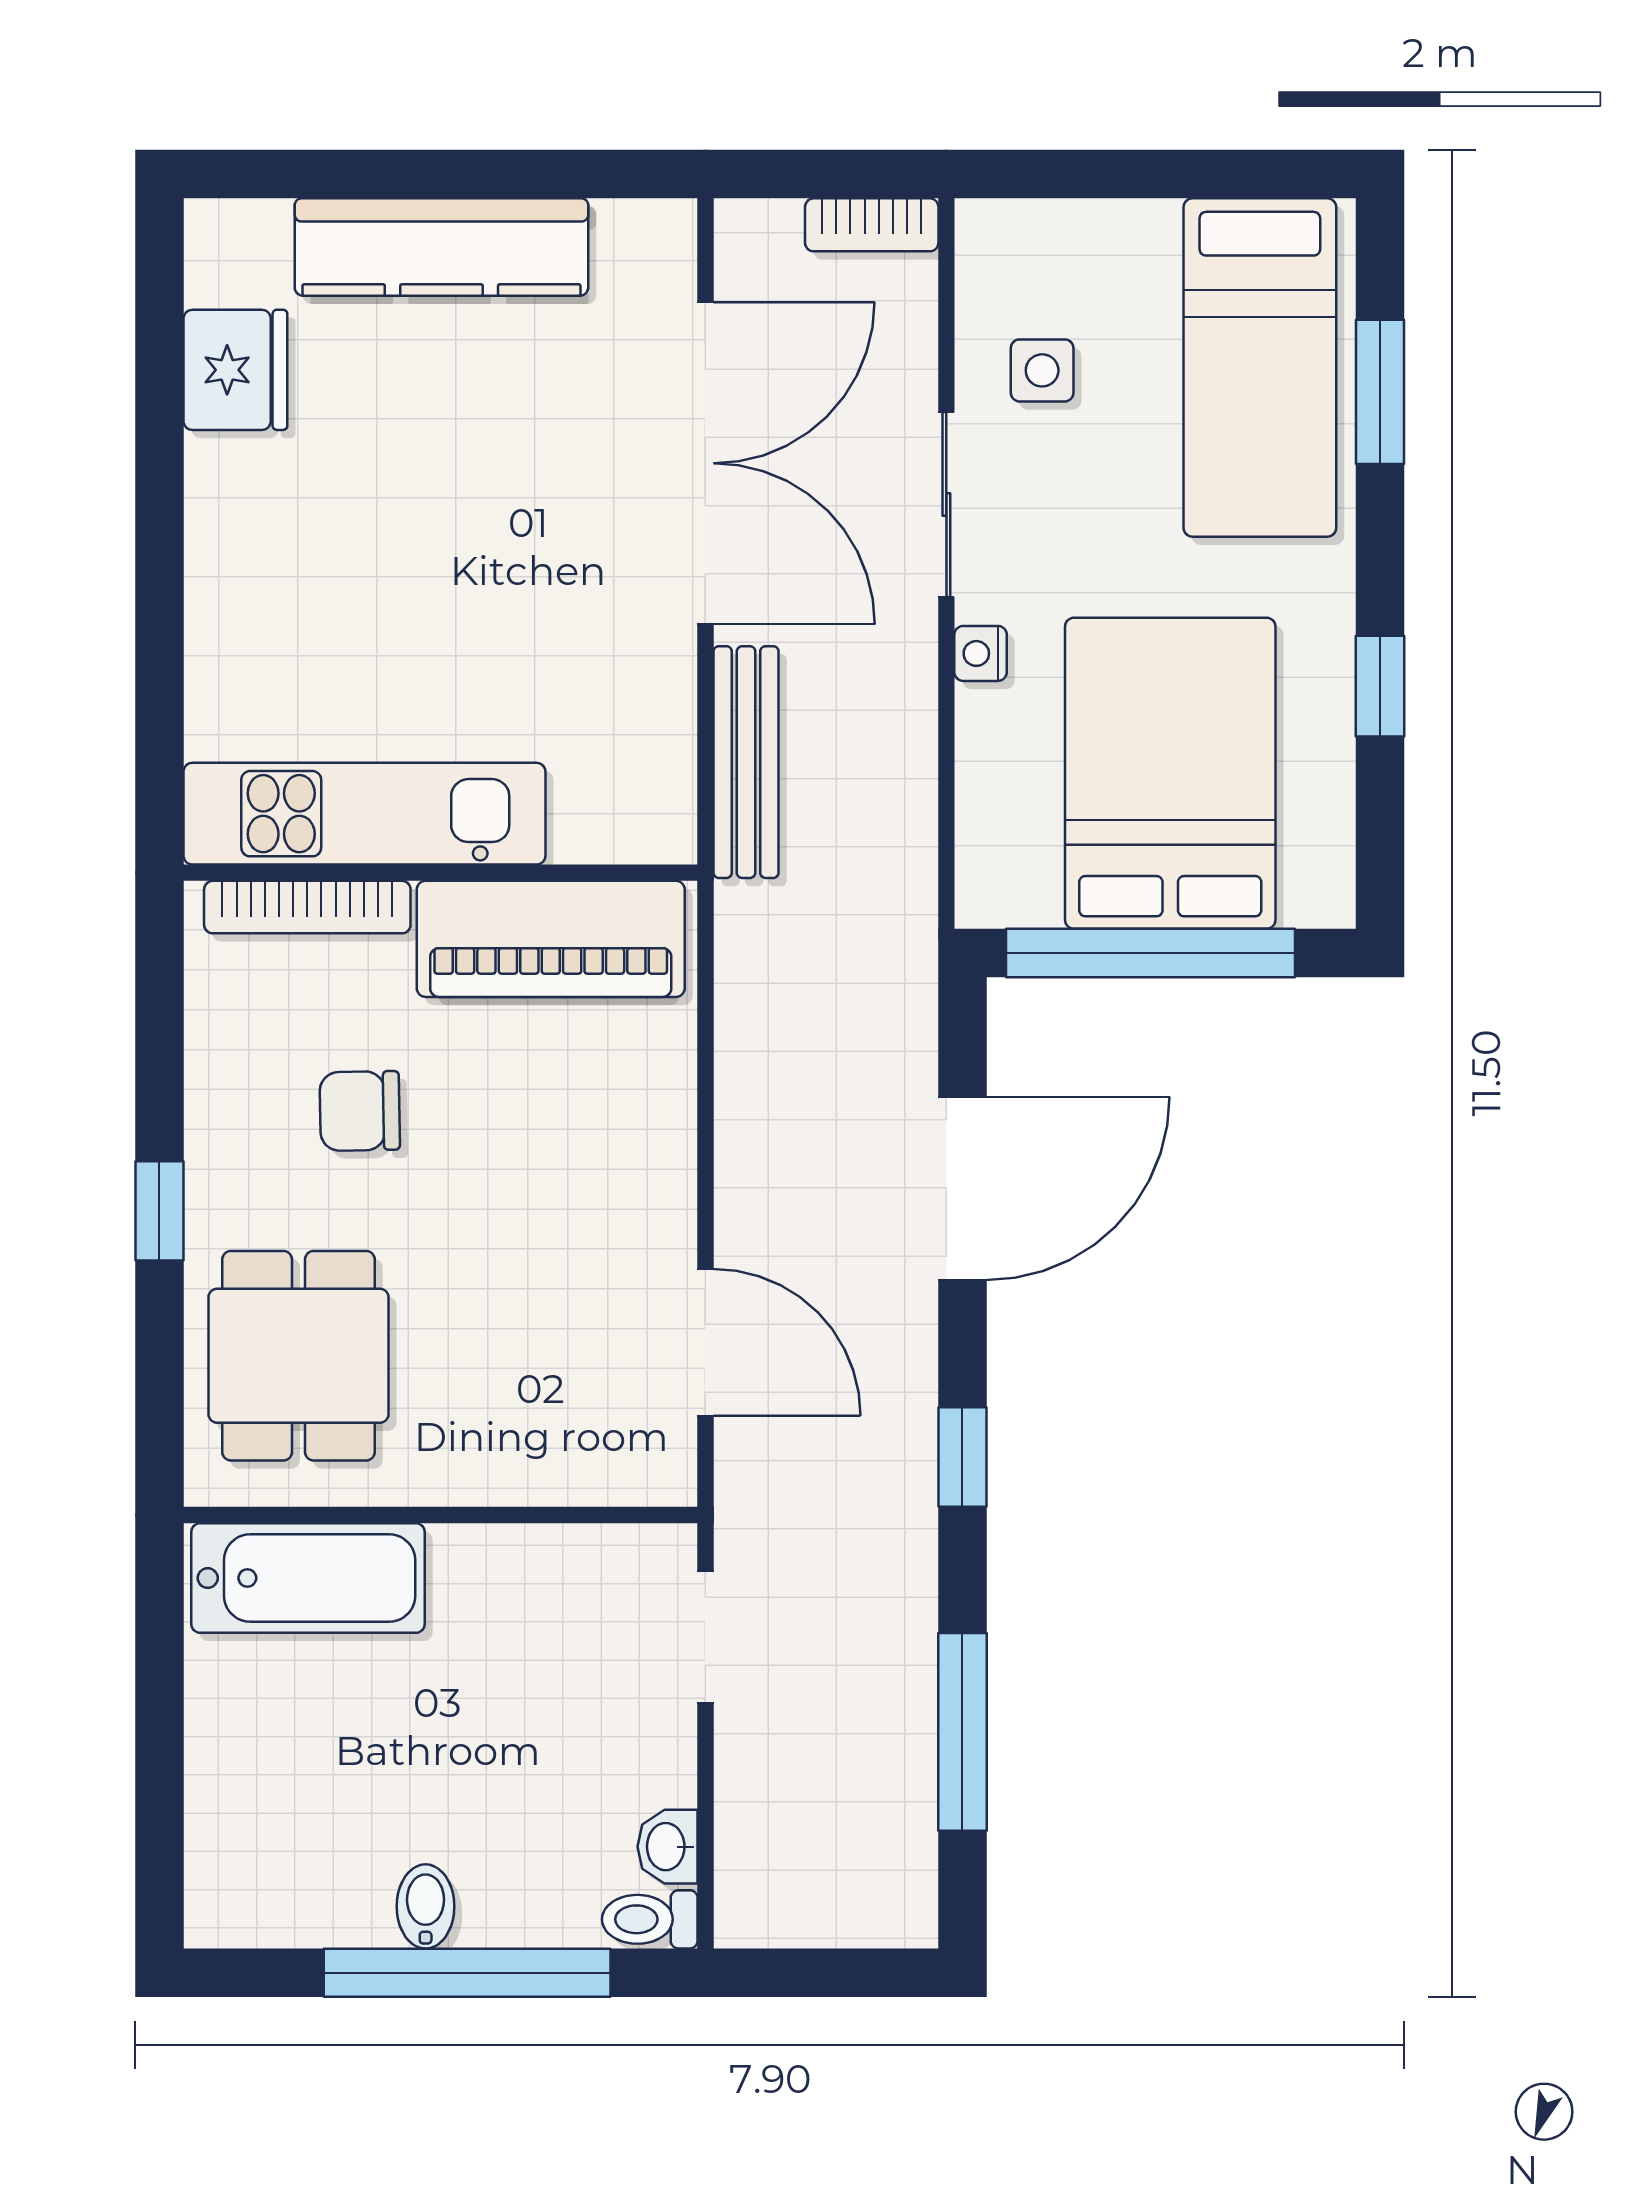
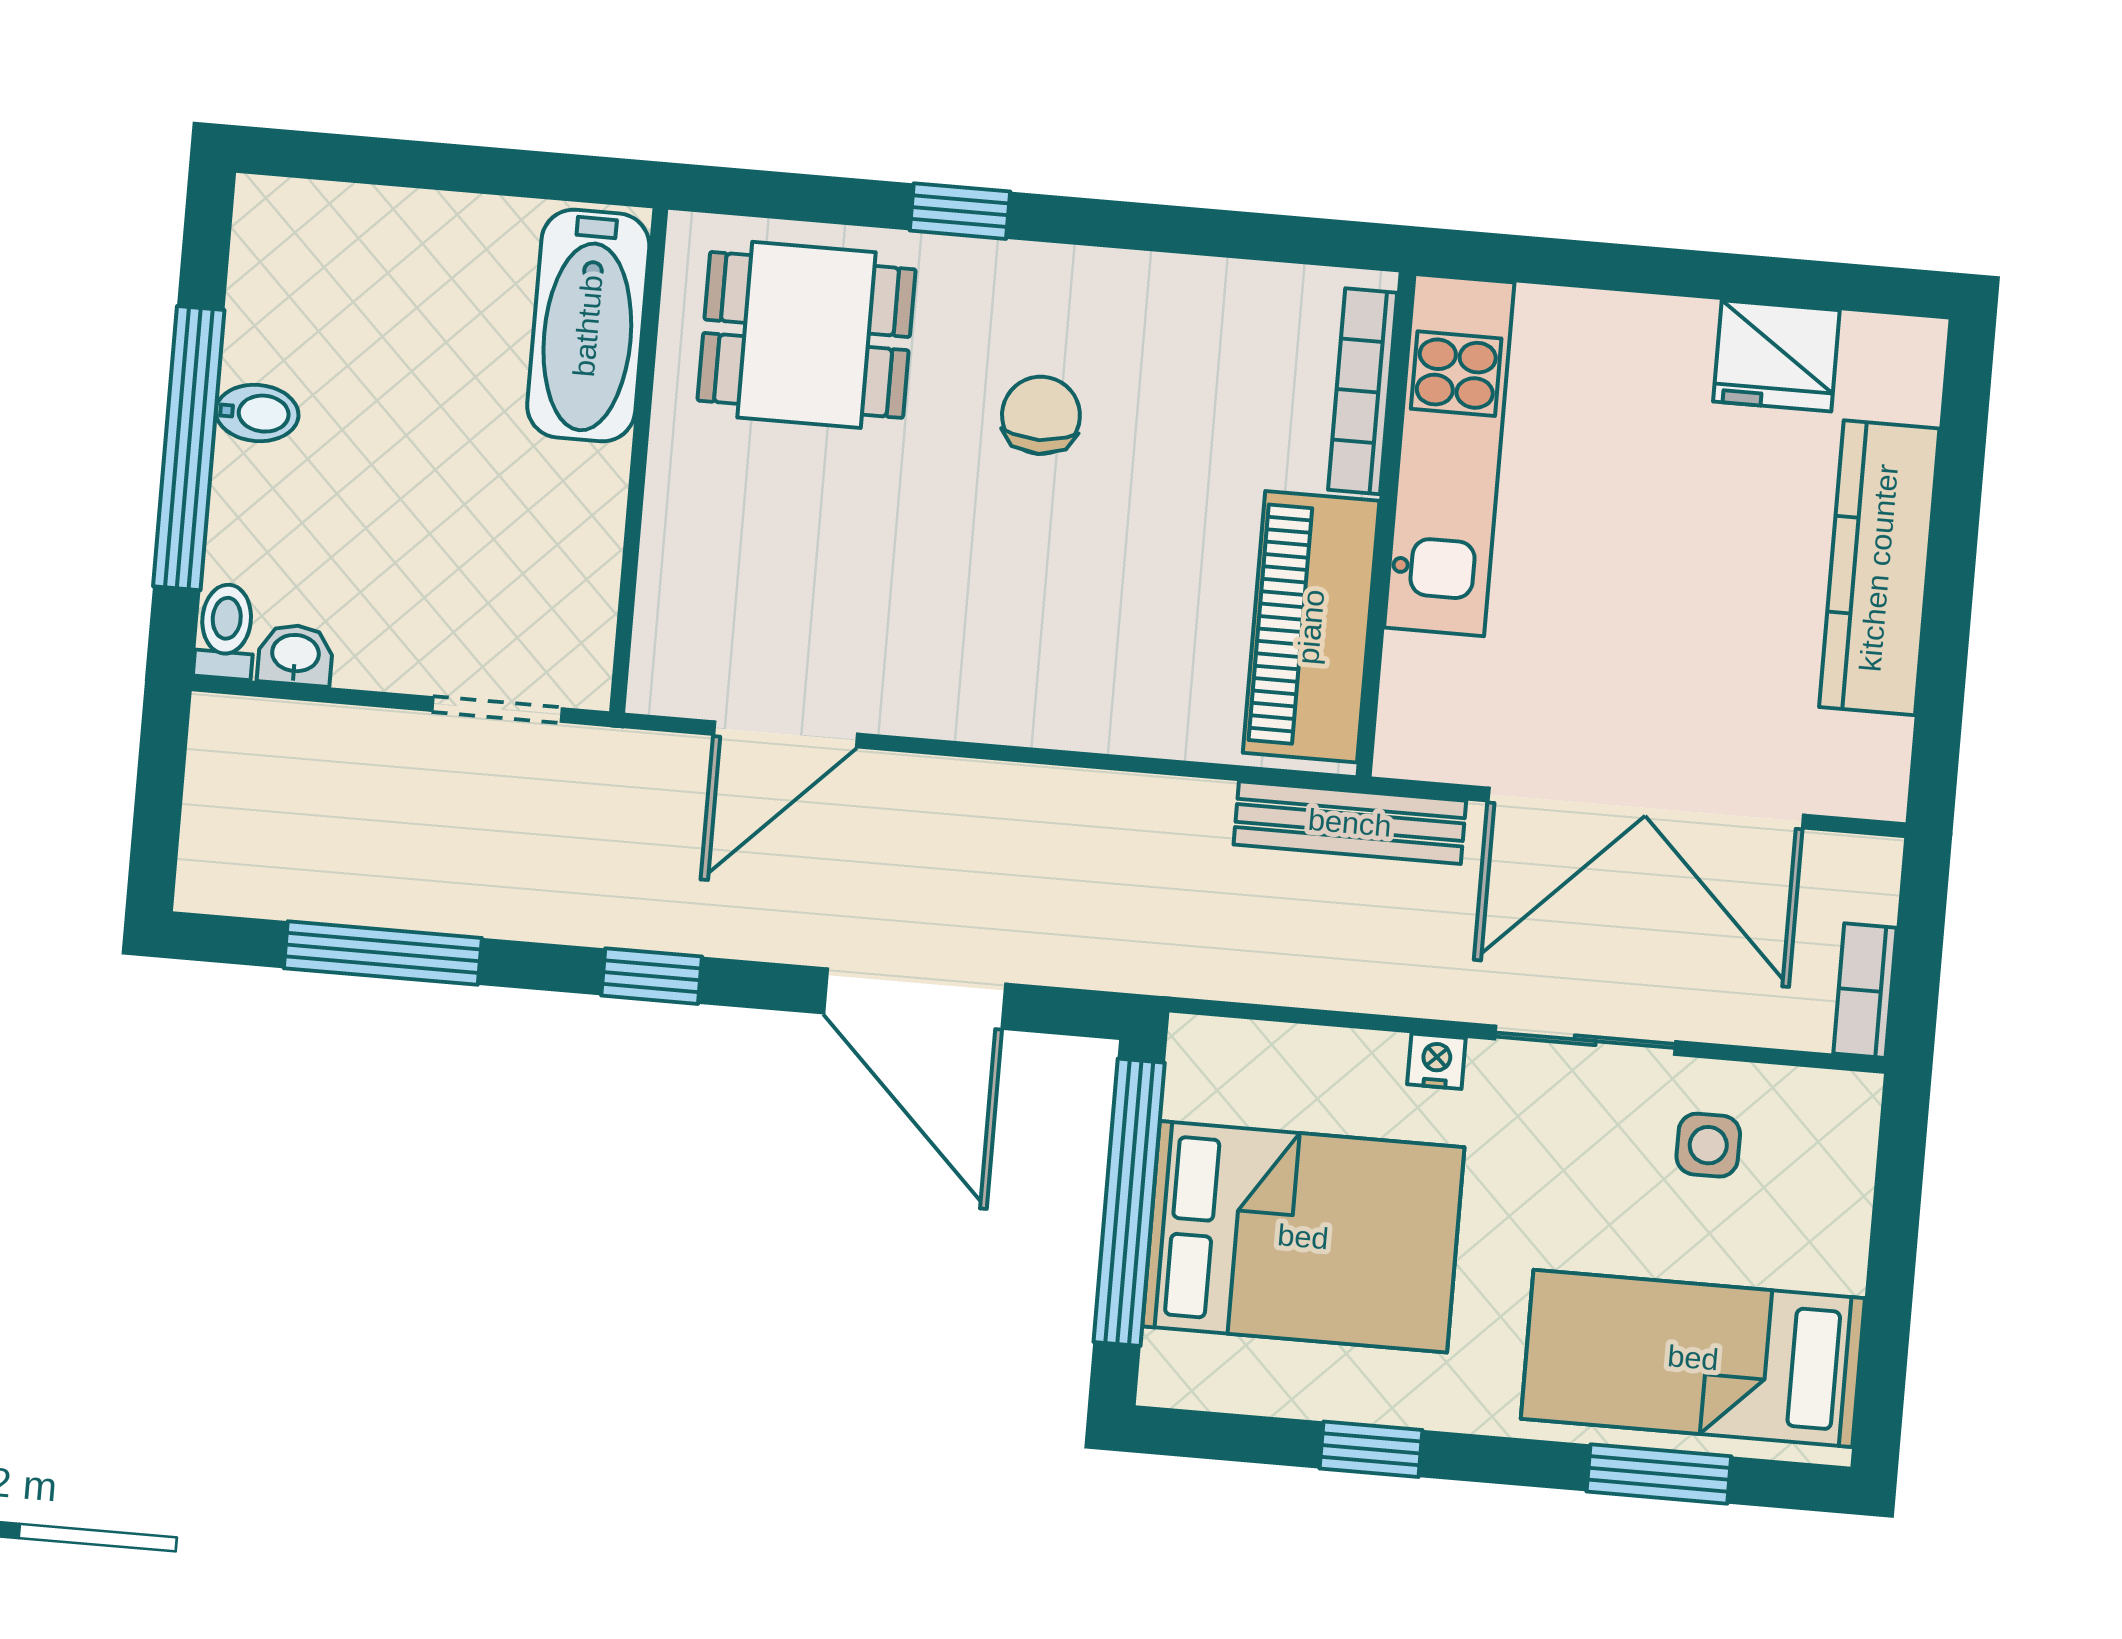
kitchen unit: (364, 814) -> (1449, 455), moved
wall: (441, 873) -> (1385, 525), moved
bookcase: (307, 907) -> (1363, 391), moved
piano: (551, 939) -> (1311, 627), moved

